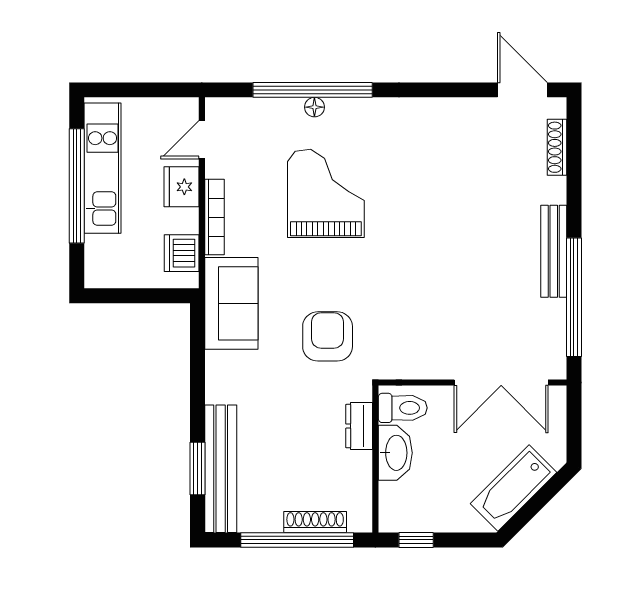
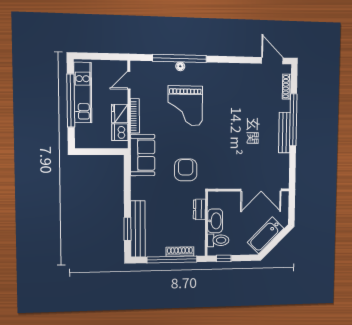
fridge: (182, 187) -> (120, 113), moved
grand piano: (326, 193) -> (185, 106), turned 180
window: (574, 297) -> (293, 120), moved
toilet: (403, 408) -> (218, 240), moved

